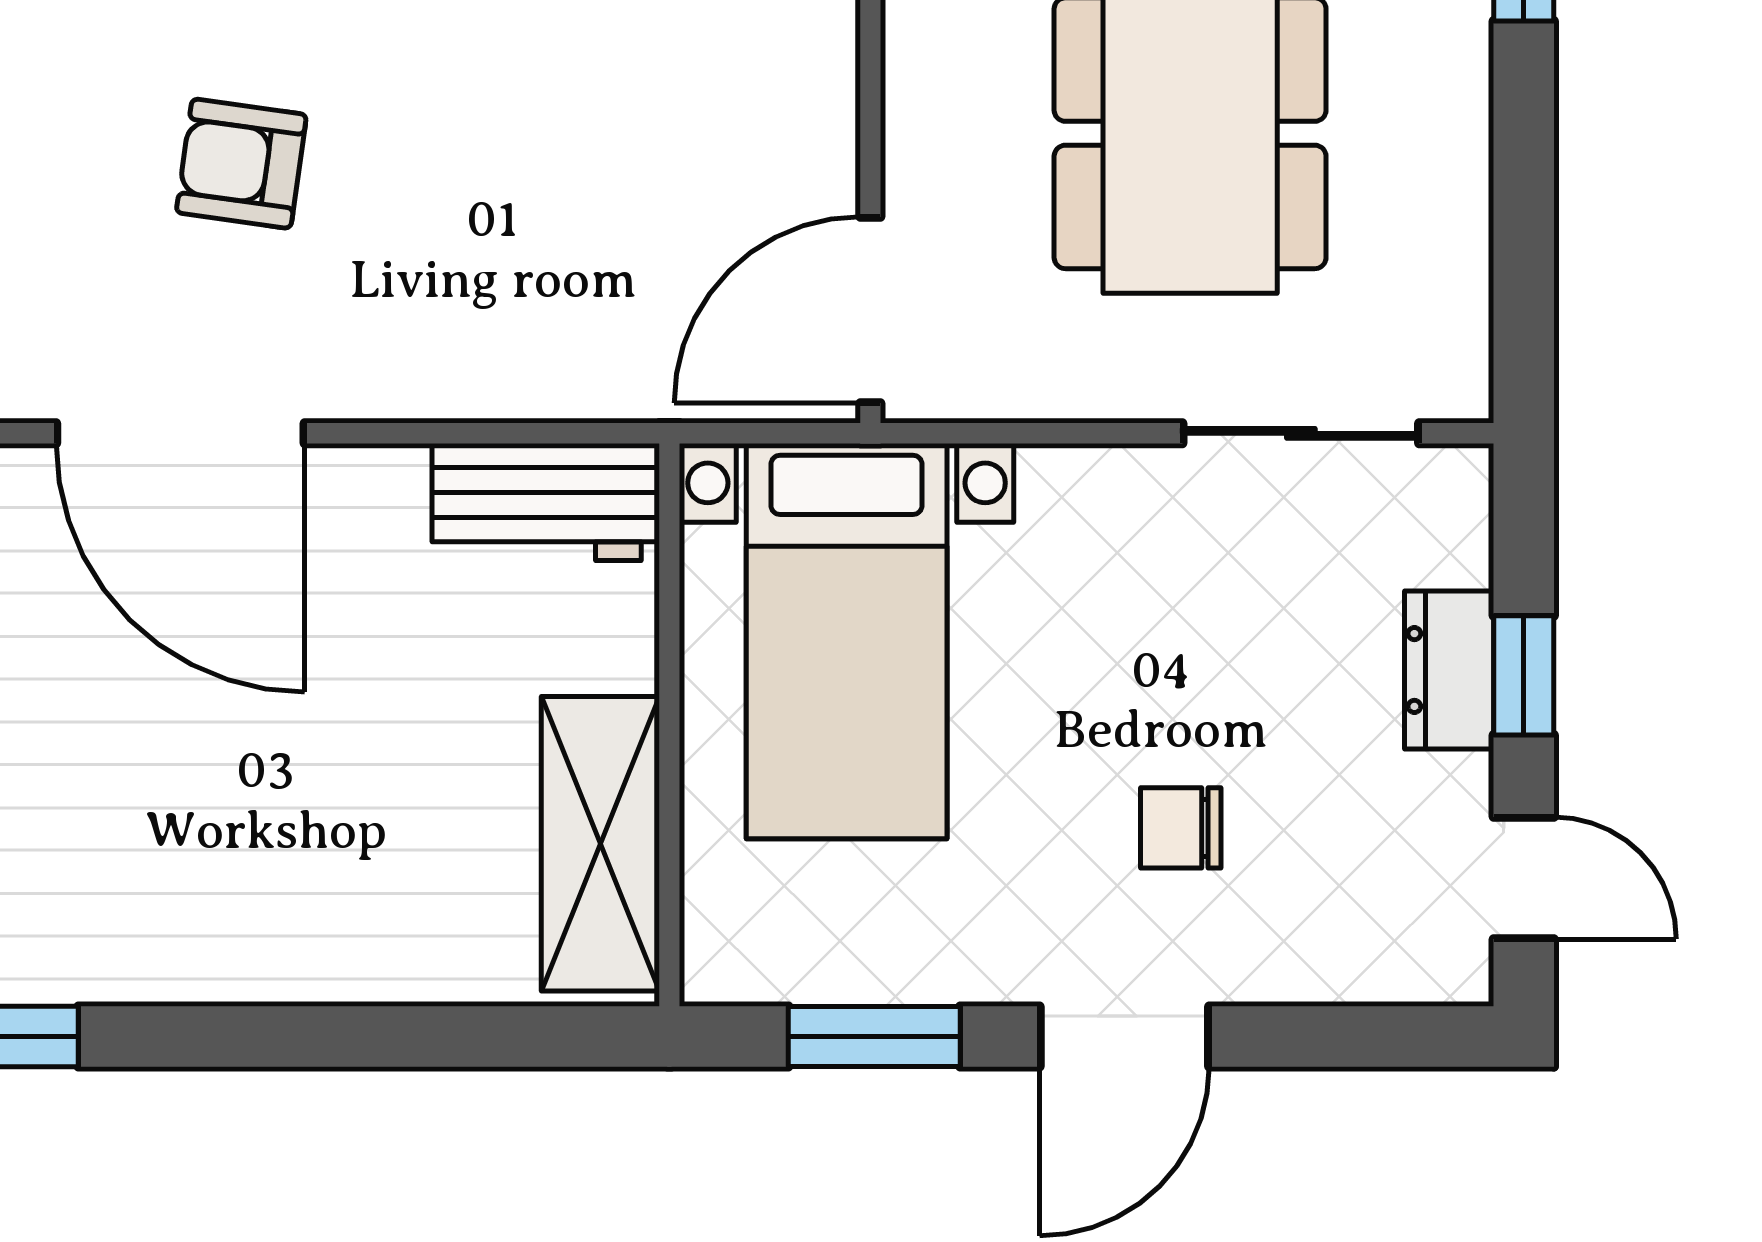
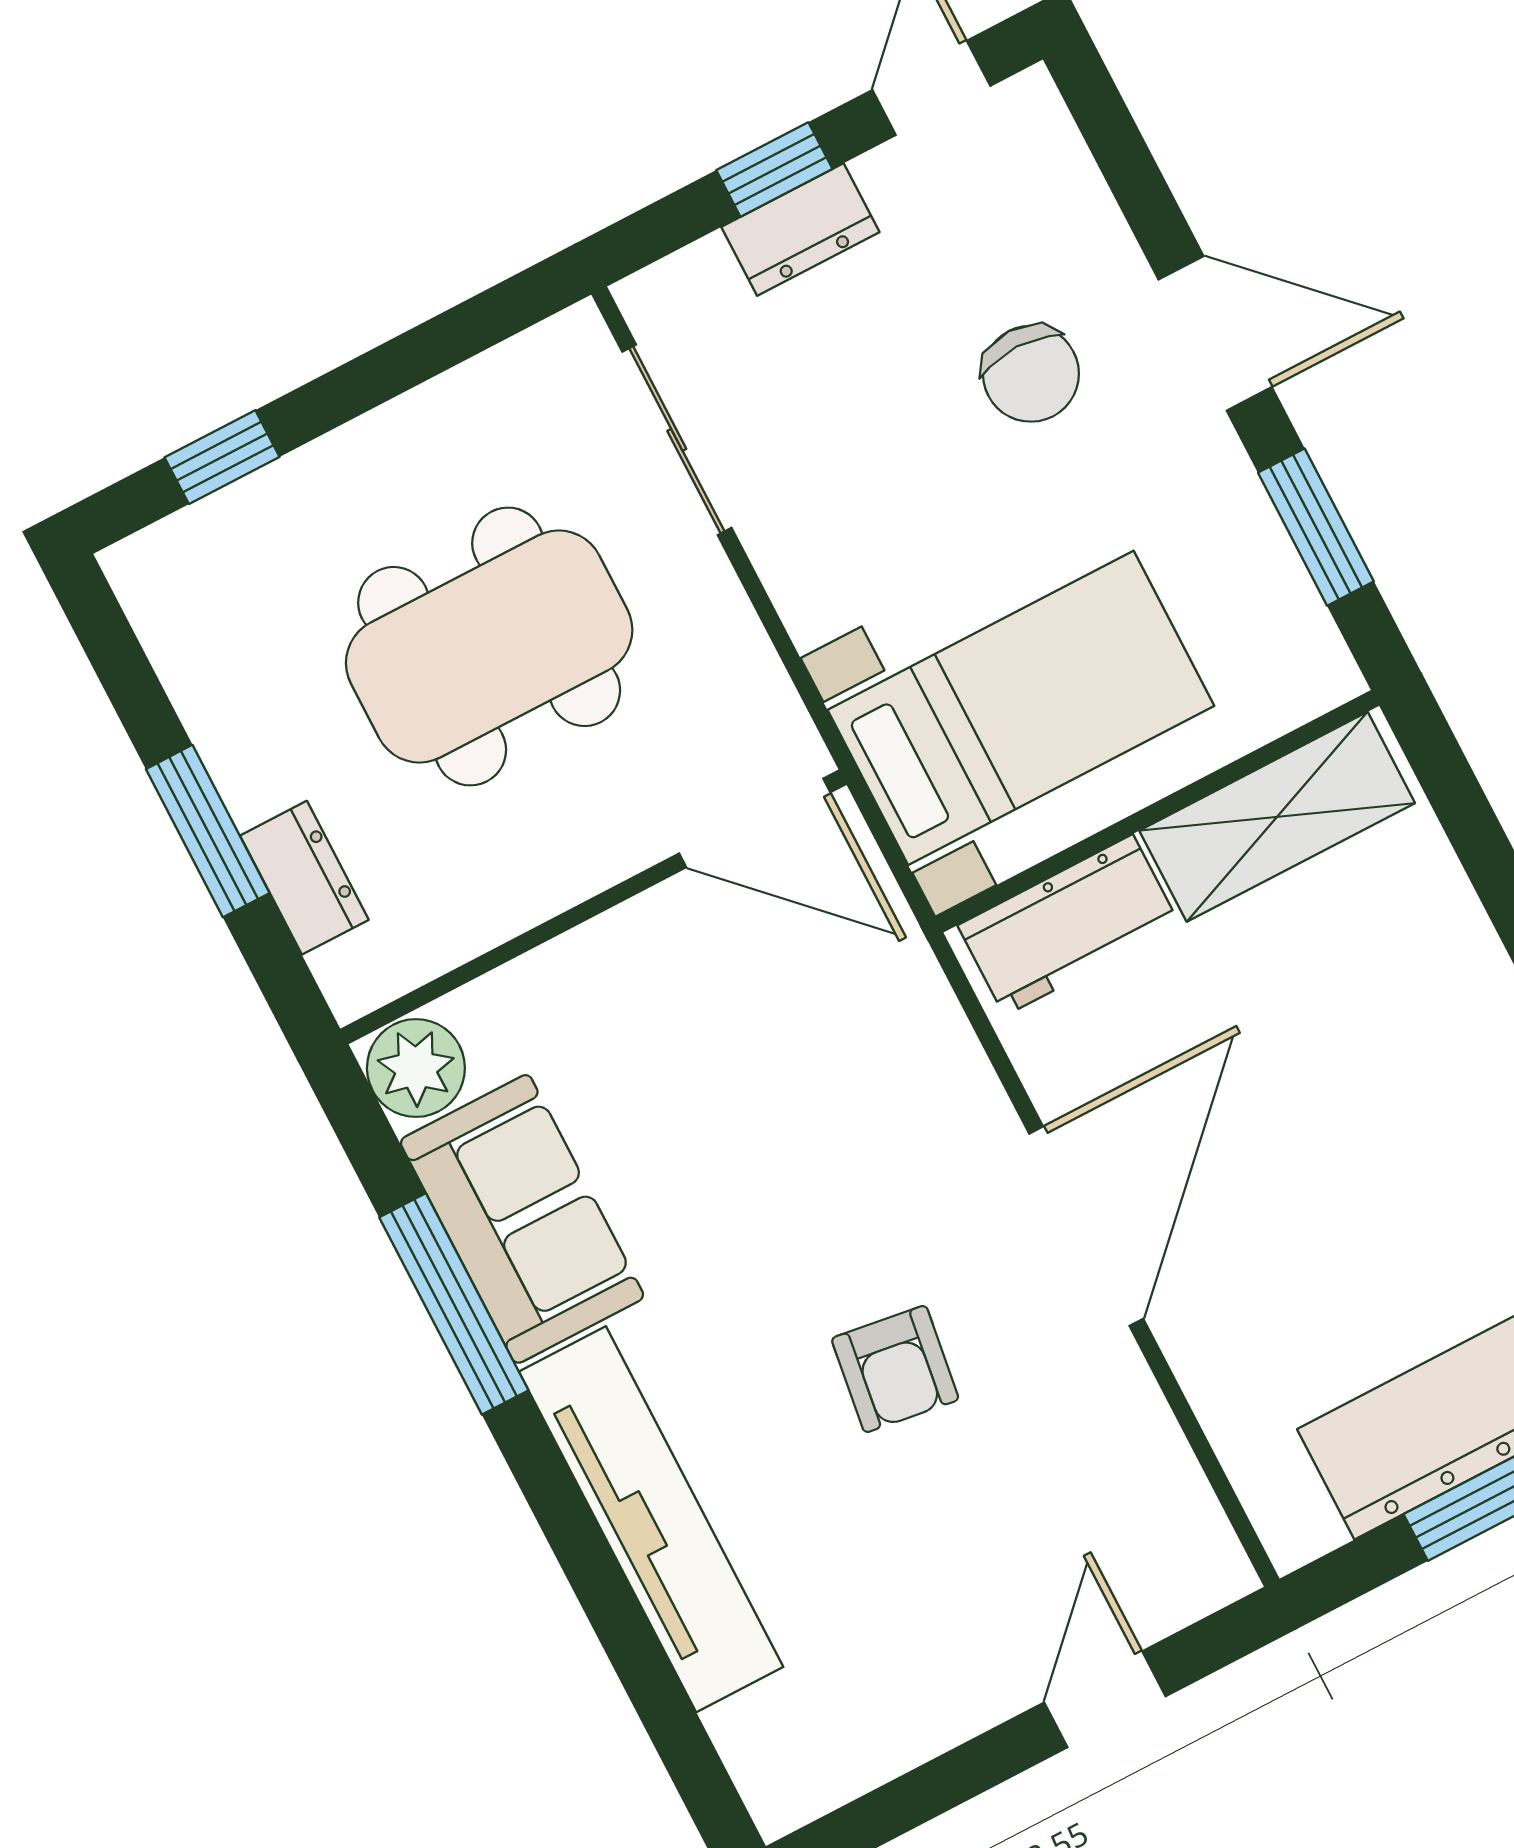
door: (180, 433) -> (1086, 1226), moved
workbench: (546, 502) -> (1069, 925), moved, turned 90
chair: (1181, 828) -> (1031, 374), width x1.37, depth x1.37

